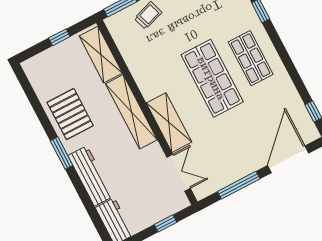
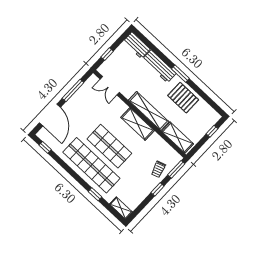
window: (59, 37) -> (212, 131), moved
shop shelf: (251, 58) -> (91, 165), width x2.00, depth x1.36
shelving: (169, 123) -> (138, 124), moved

